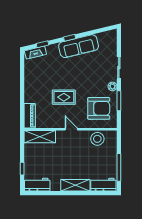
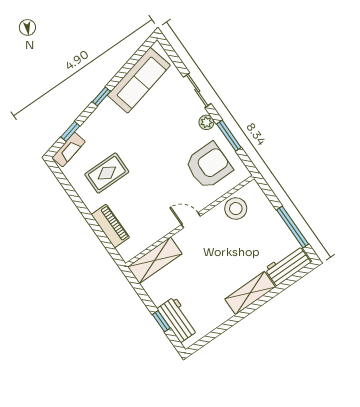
sofa: (79, 46) -> (139, 80), moved
rug: (64, 97) -> (107, 173), moved
piano: (30, 116) -> (110, 226), moved
workbench: (37, 185) -> (178, 320), moved, turned 90

